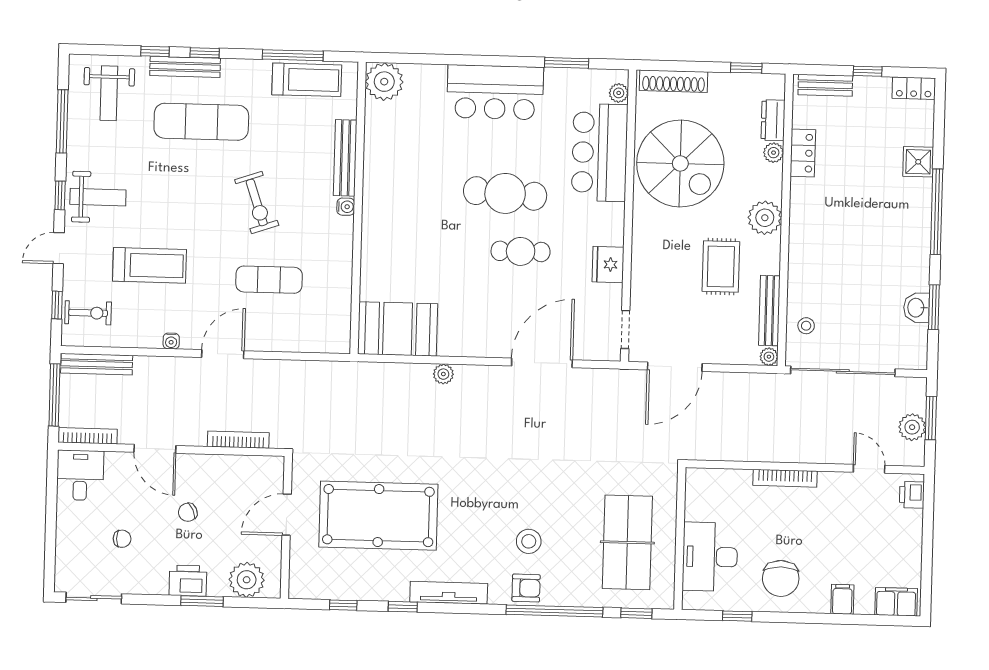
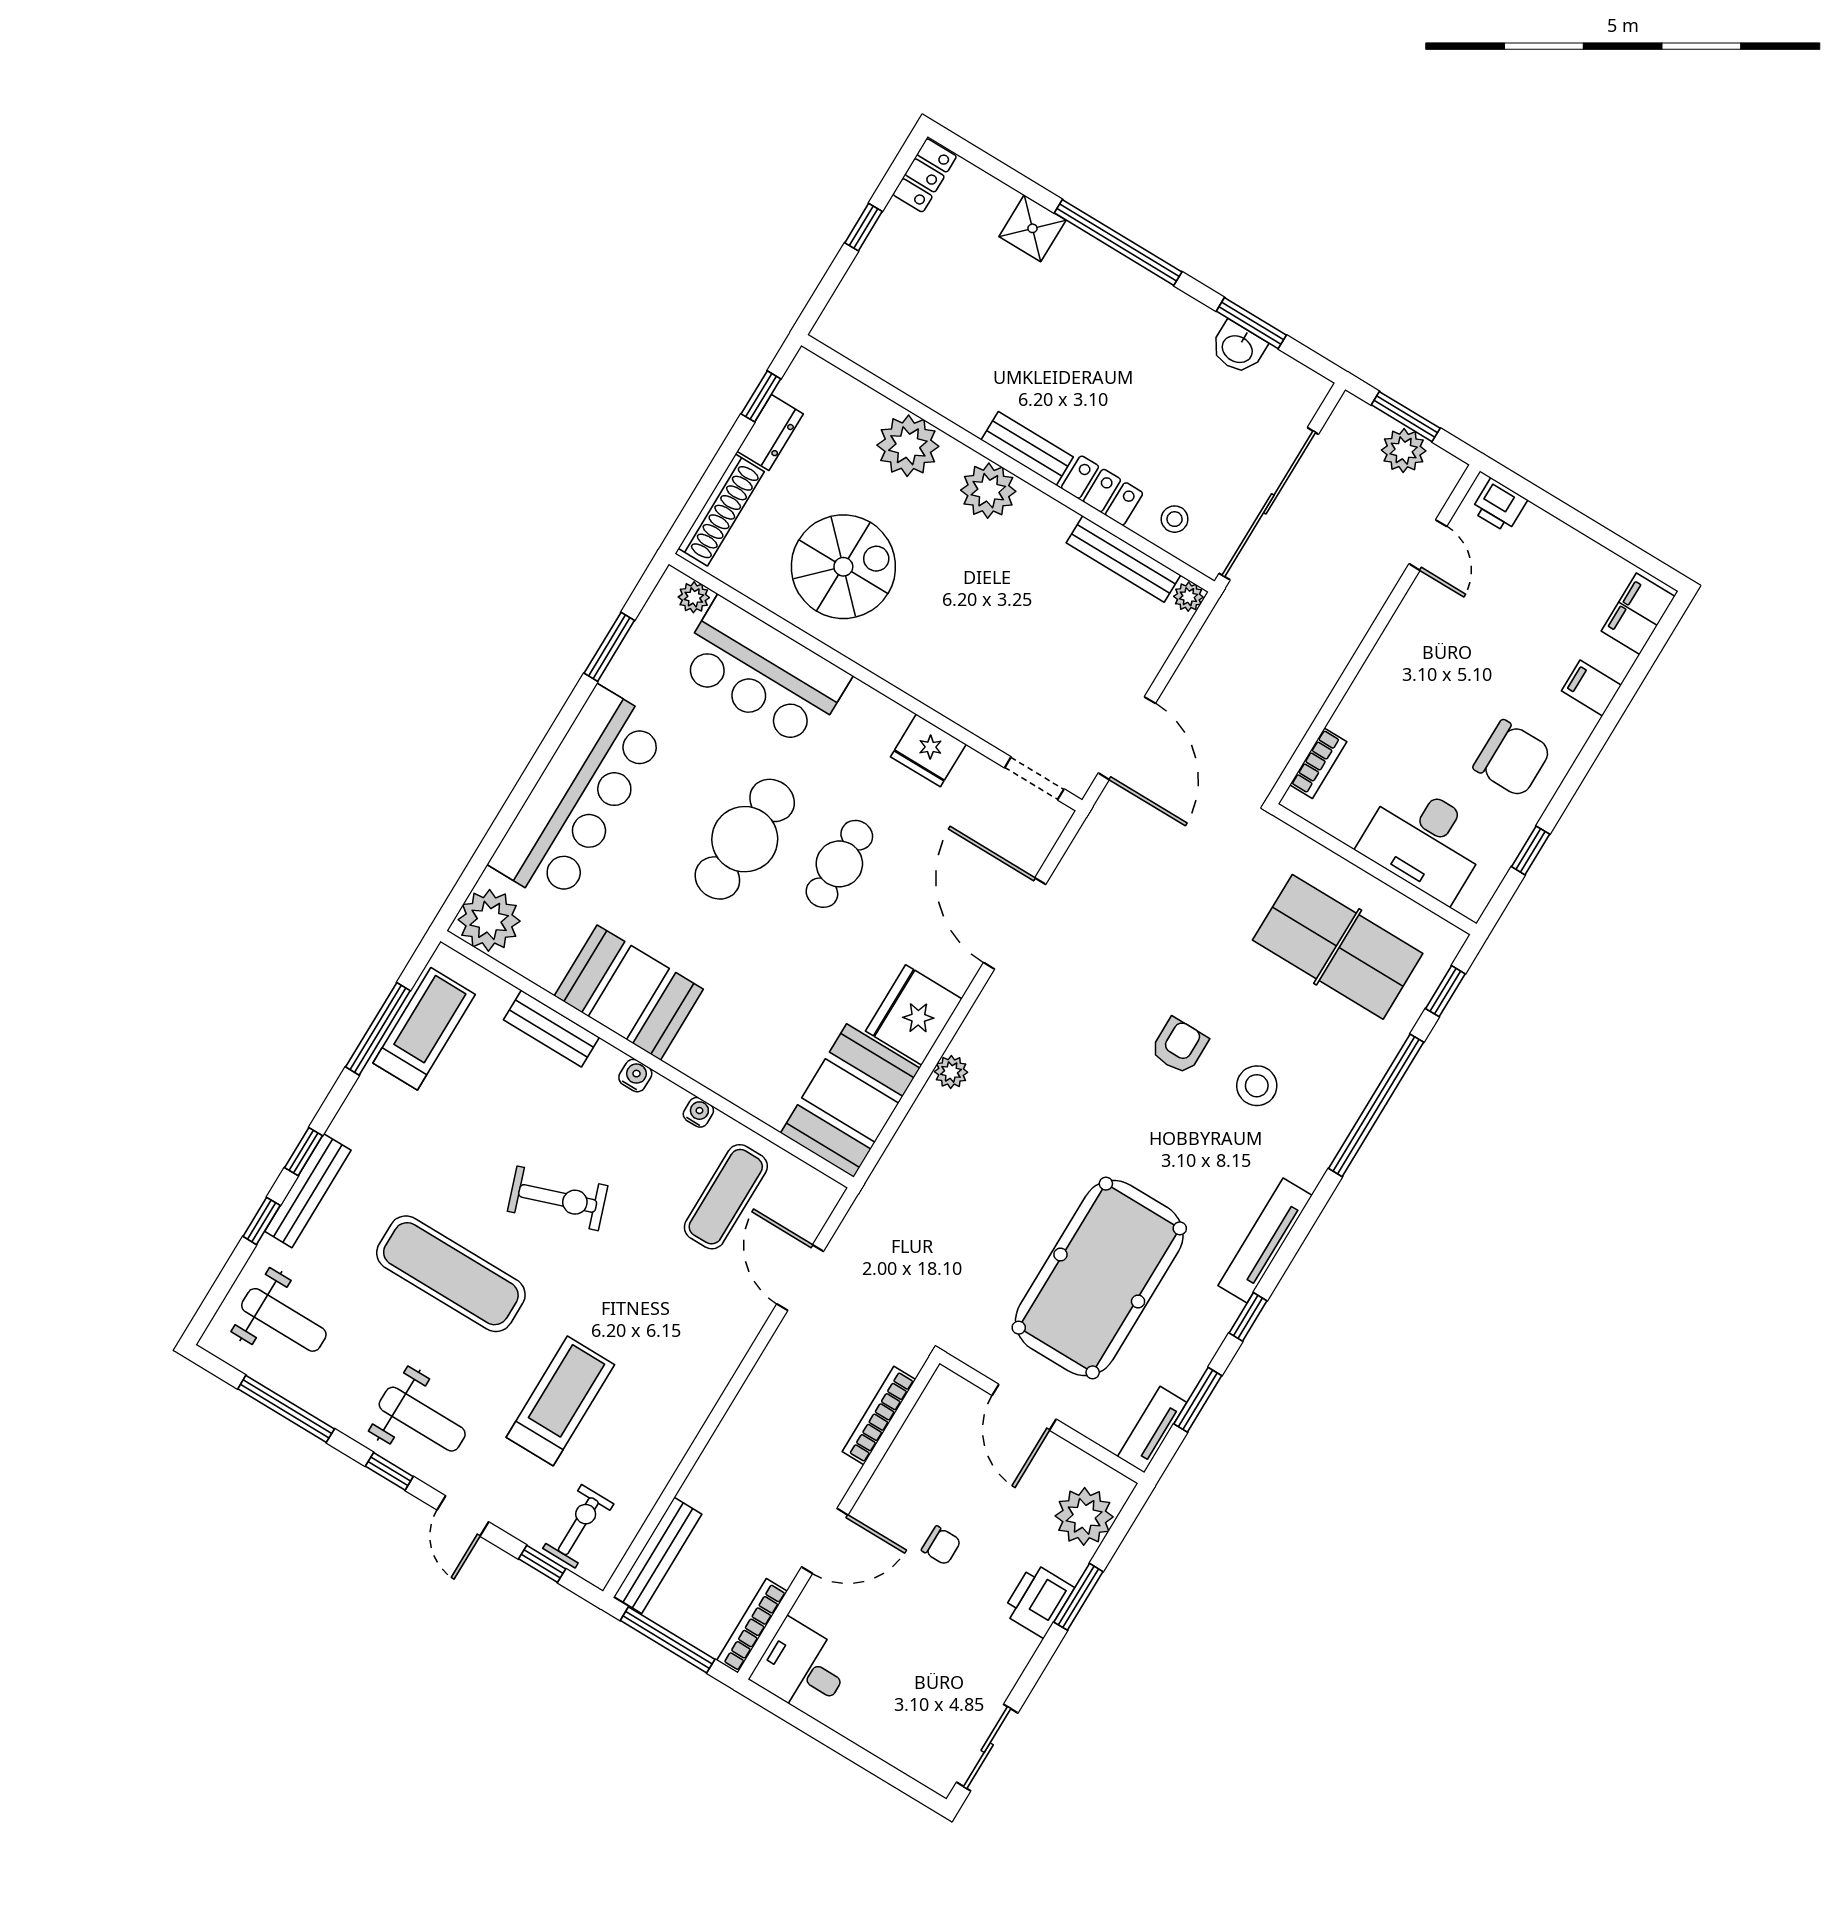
bench: (825, 85) -> (1027, 448), moved, turned 90
bar counter: (495, 92) -> (579, 796), width x1.36
dresser: (773, 120) -> (770, 433), moved, turned -90
exercise mat: (201, 122) -> (451, 1274), moved, turned 90
plant: (774, 153) -> (908, 446), width x1.88, depth x1.88
locker: (803, 153) -> (1102, 491), moved
bench: (345, 158) -> (551, 1029), width x0.73
spiral stairs: (680, 163) -> (843, 567), width x0.73, depth x0.73
booth: (388, 178) -> (629, 993), added
weight bench: (98, 197) -> (422, 1419), turned 90
rug: (721, 267) -> (1022, 592), removed
exercise mat: (269, 280) -> (726, 1197), moved
fridge: (462, 337) -> (914, 1015), added
water cooler: (171, 341) -> (698, 1112), moved, turned -90
door: (223, 354) -> (800, 1278), moved
door: (869, 469) -> (1428, 545), swing flipped
bookcase: (785, 478) -> (1318, 763), moved, width x0.64
chair: (188, 512) -> (941, 1545), turned -65
chair: (122, 539) -> (926, 1660), removed
armchair: (526, 588) -> (1179, 1046), moved
tv unit: (314, 590) -> (1152, 1430), added
window: (343, 605) -> (1198, 1400), width x1.50

